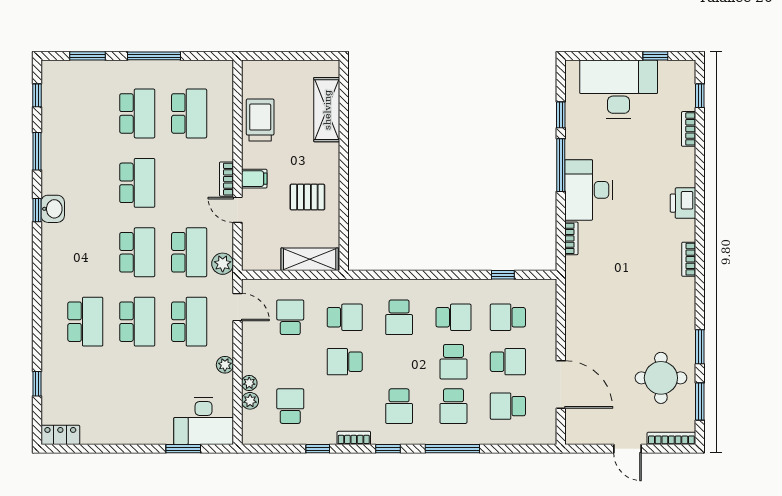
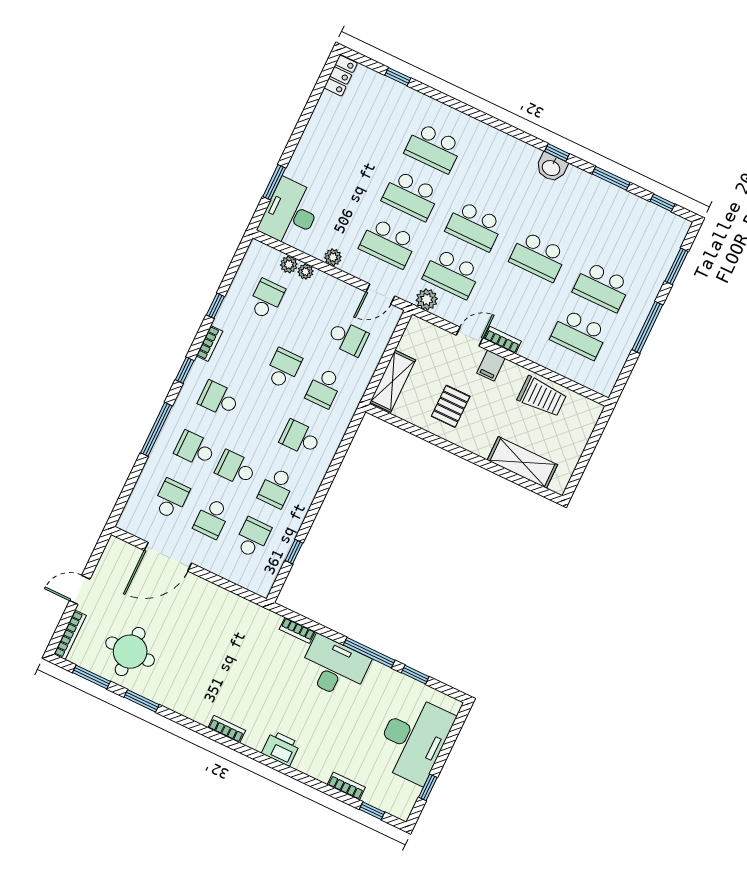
school desk: (290, 406) -> (266, 299), turned -90

